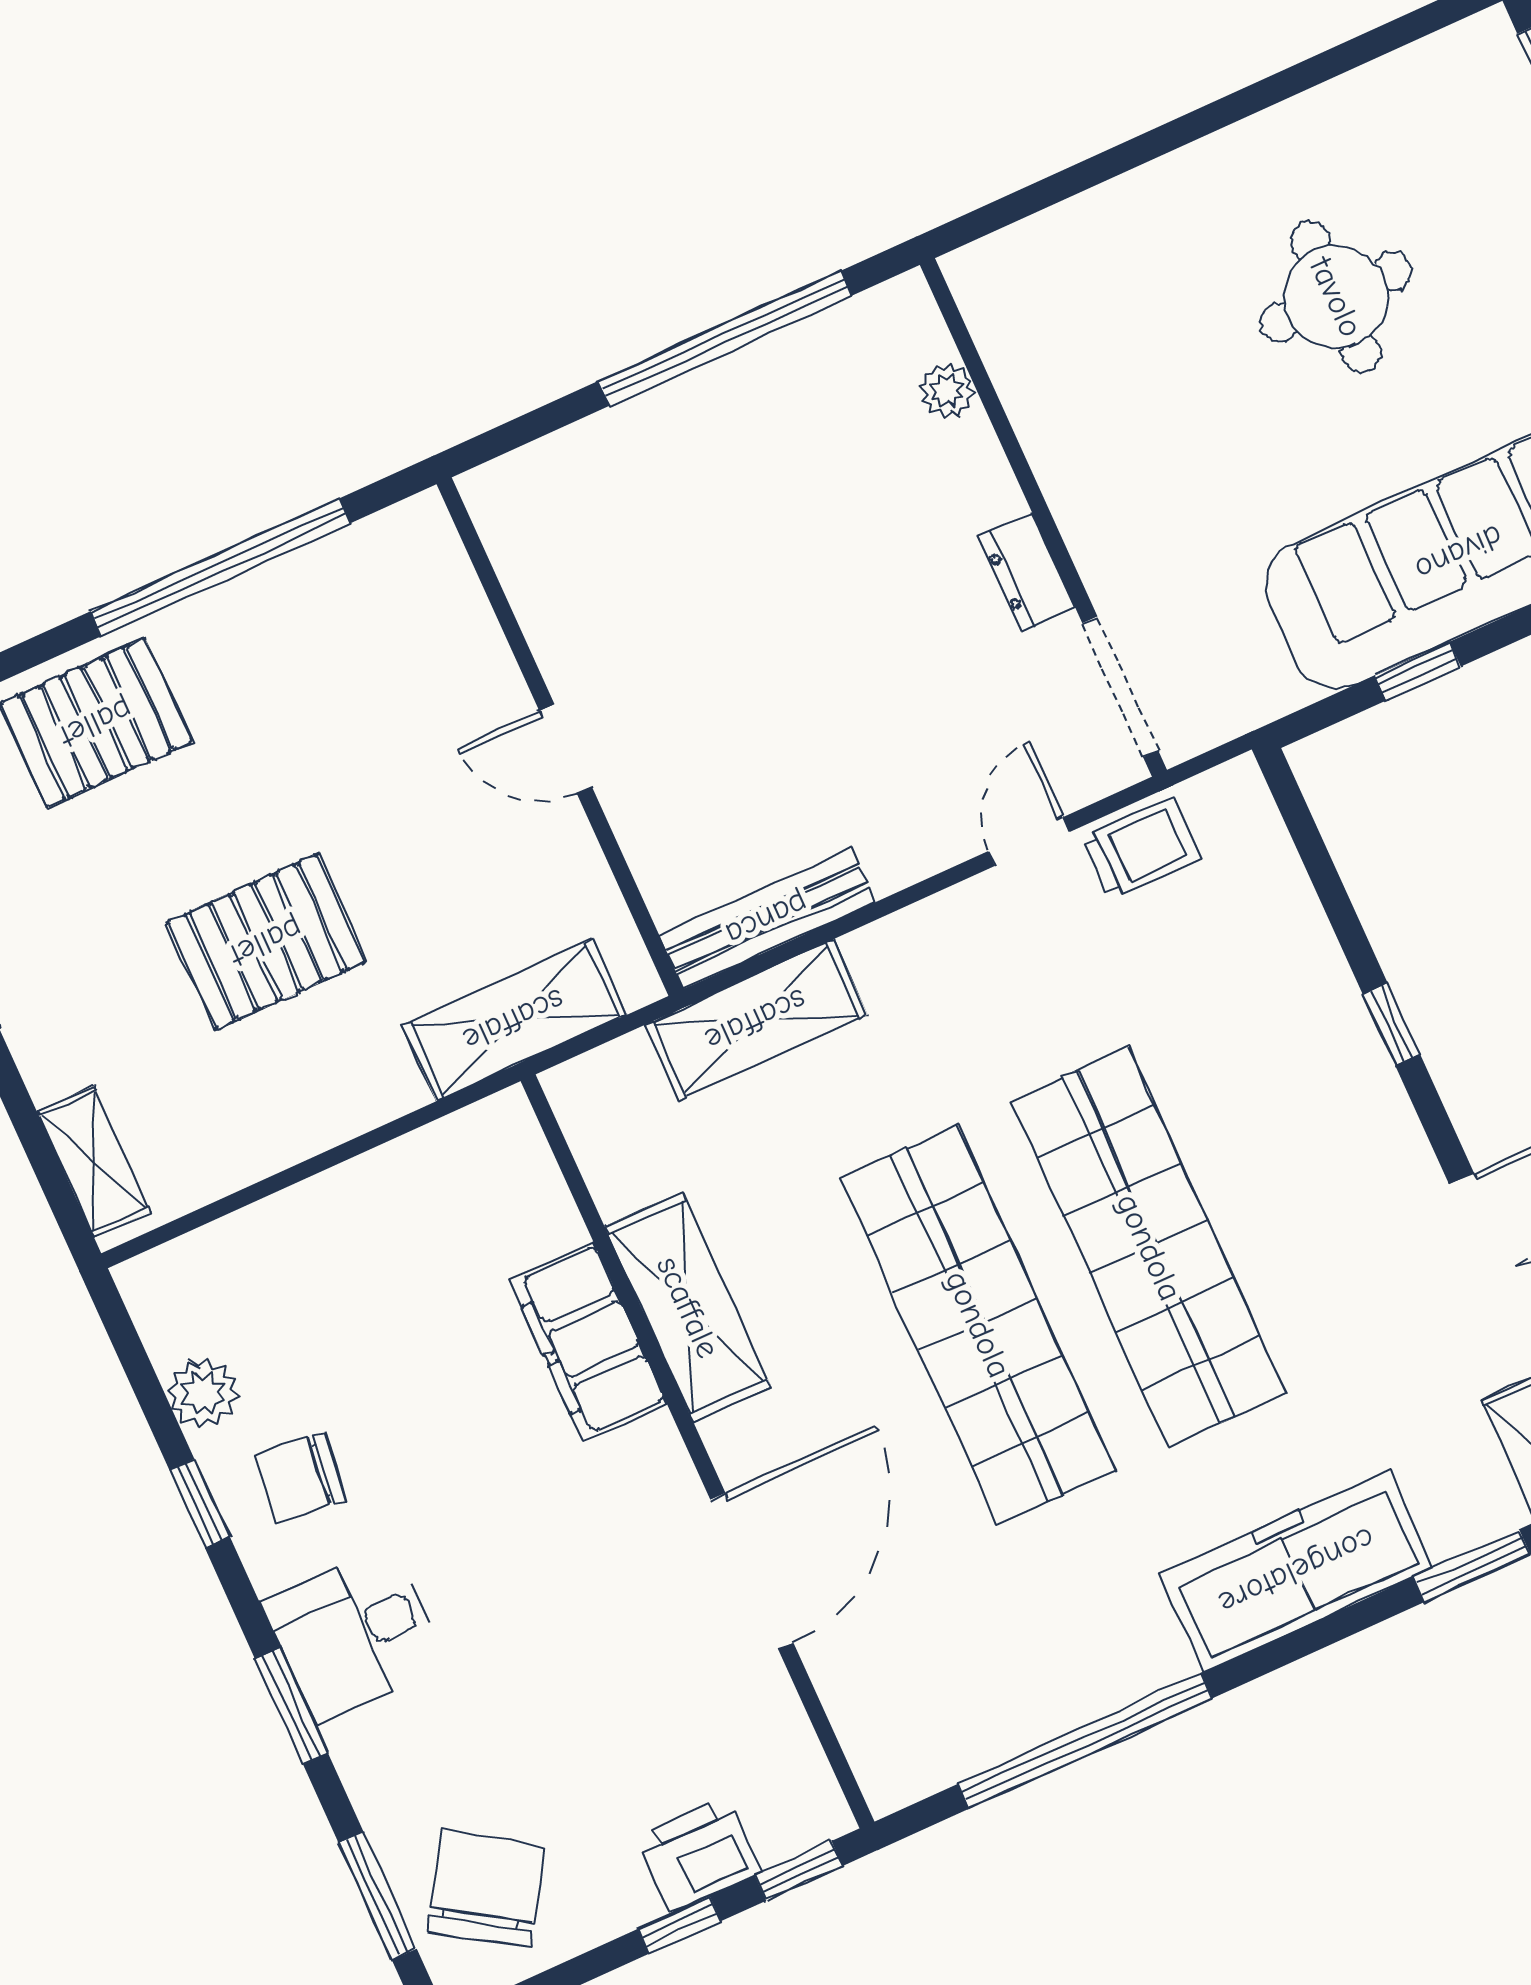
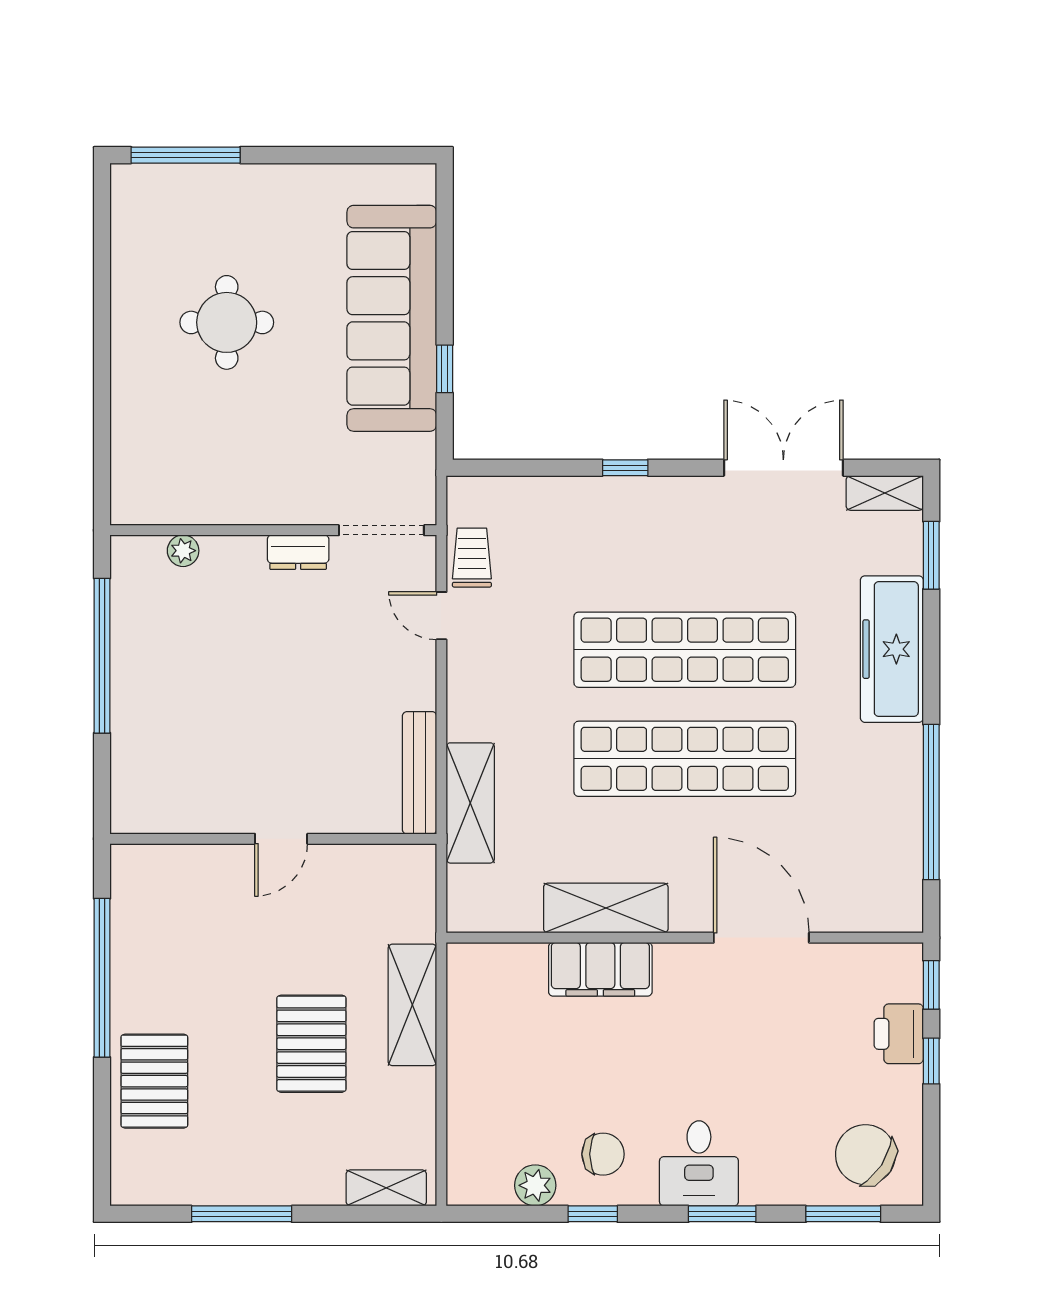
shelving: (514, 1020) -> (412, 1005), moved
chair: (300, 1477) -> (603, 1154), turned -97

